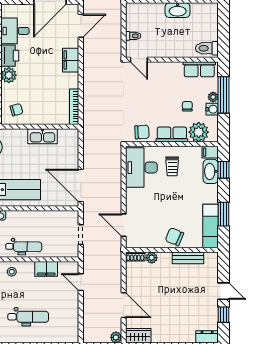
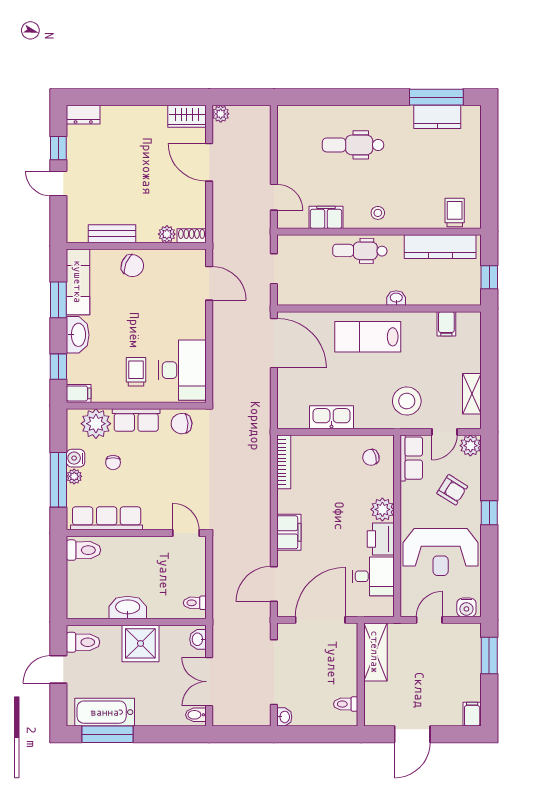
toilet: (133, 36) -> (195, 603), moved
row of seats: (199, 69) -> (107, 518), width x1.48
washbasin: (211, 171) -> (78, 335), moved

